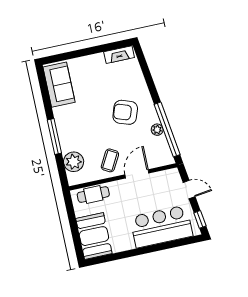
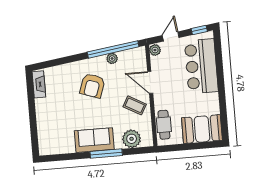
sofa: (59, 85) -> (94, 140), moved
plant: (172, 175) -> (155, 50), added

